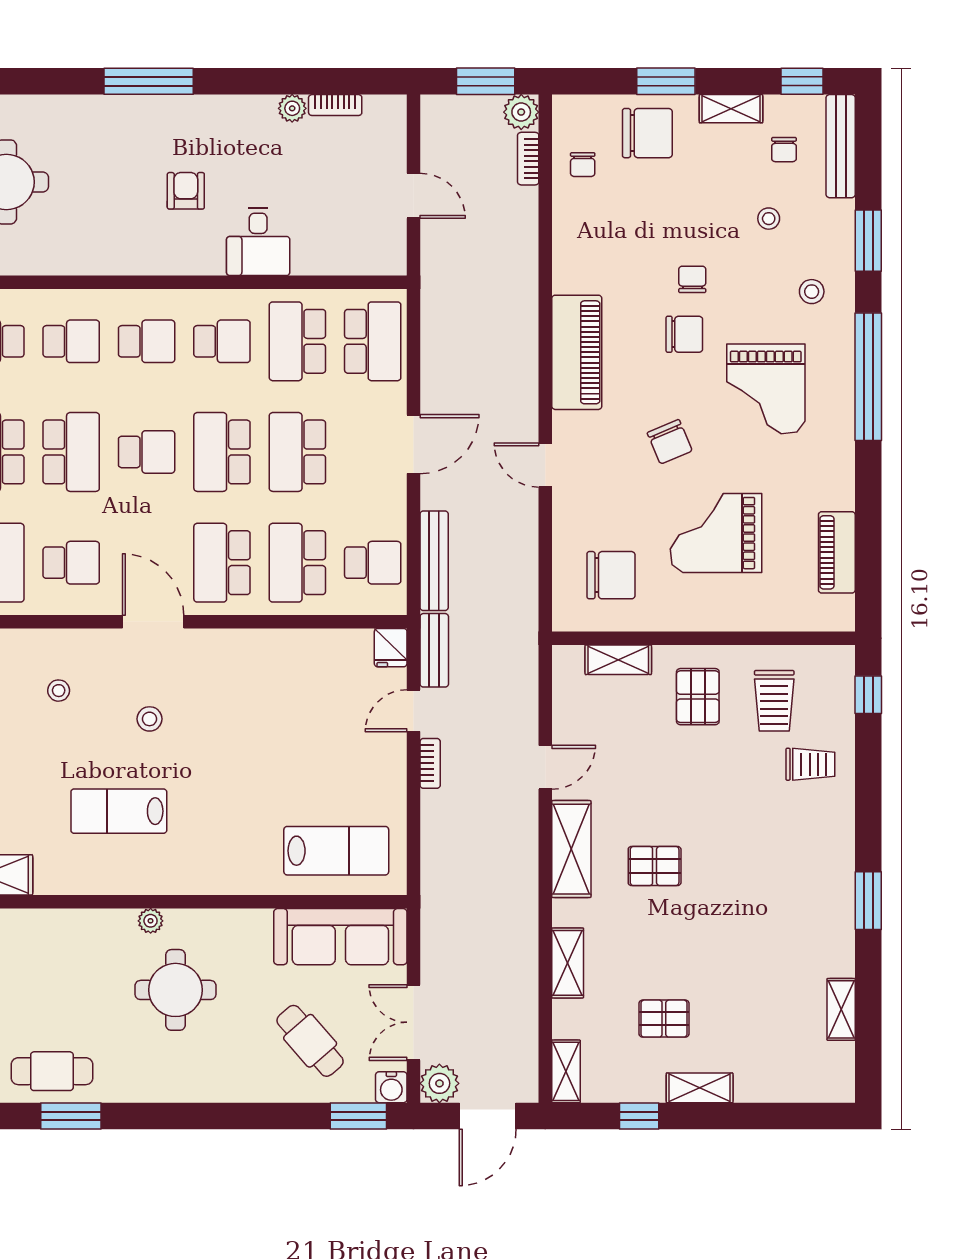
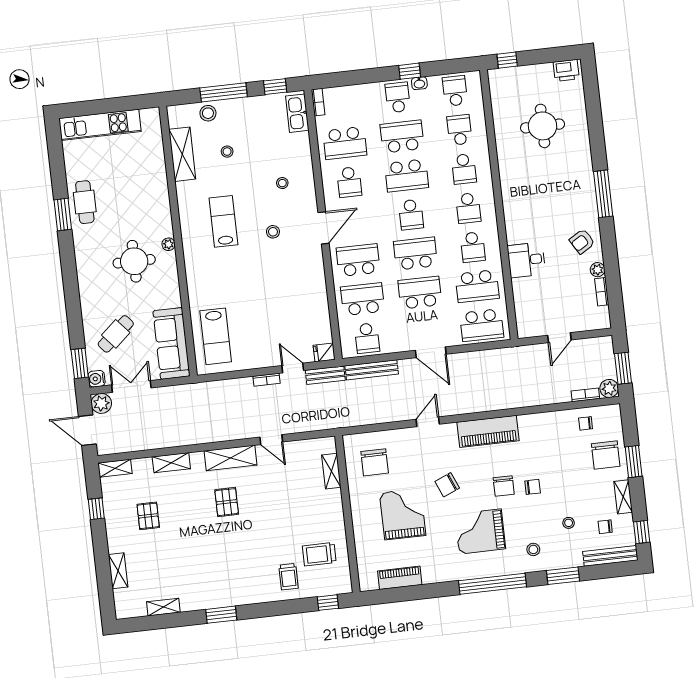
armchair: (186, 191) -> (582, 241), moved, turned 149
school desk: (297, 341) -> (477, 286), turned 180
pallet: (698, 697) -> (317, 514), removed
shelving: (700, 1088) -> (118, 571), moved

